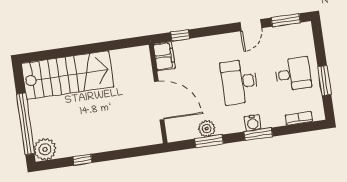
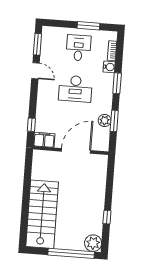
water cooler: (253, 123) -> (109, 67), moved

